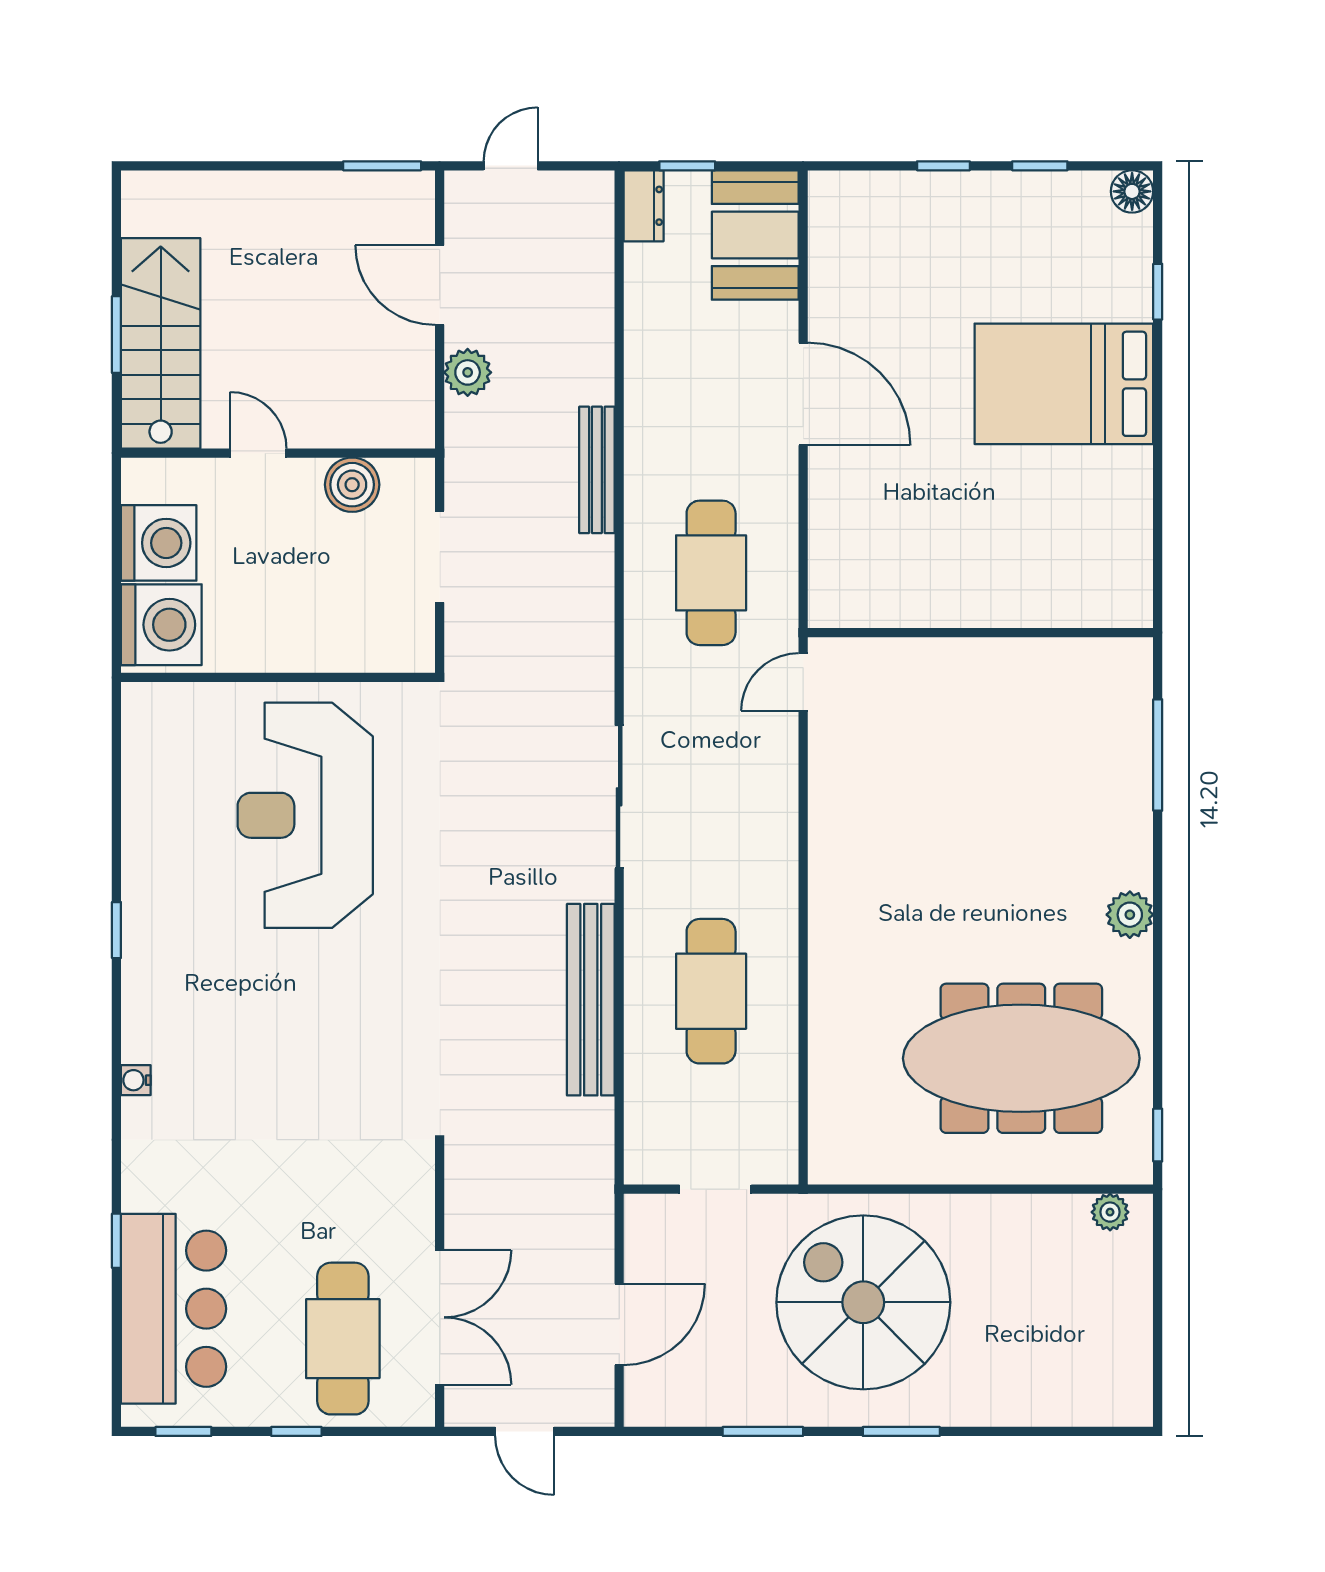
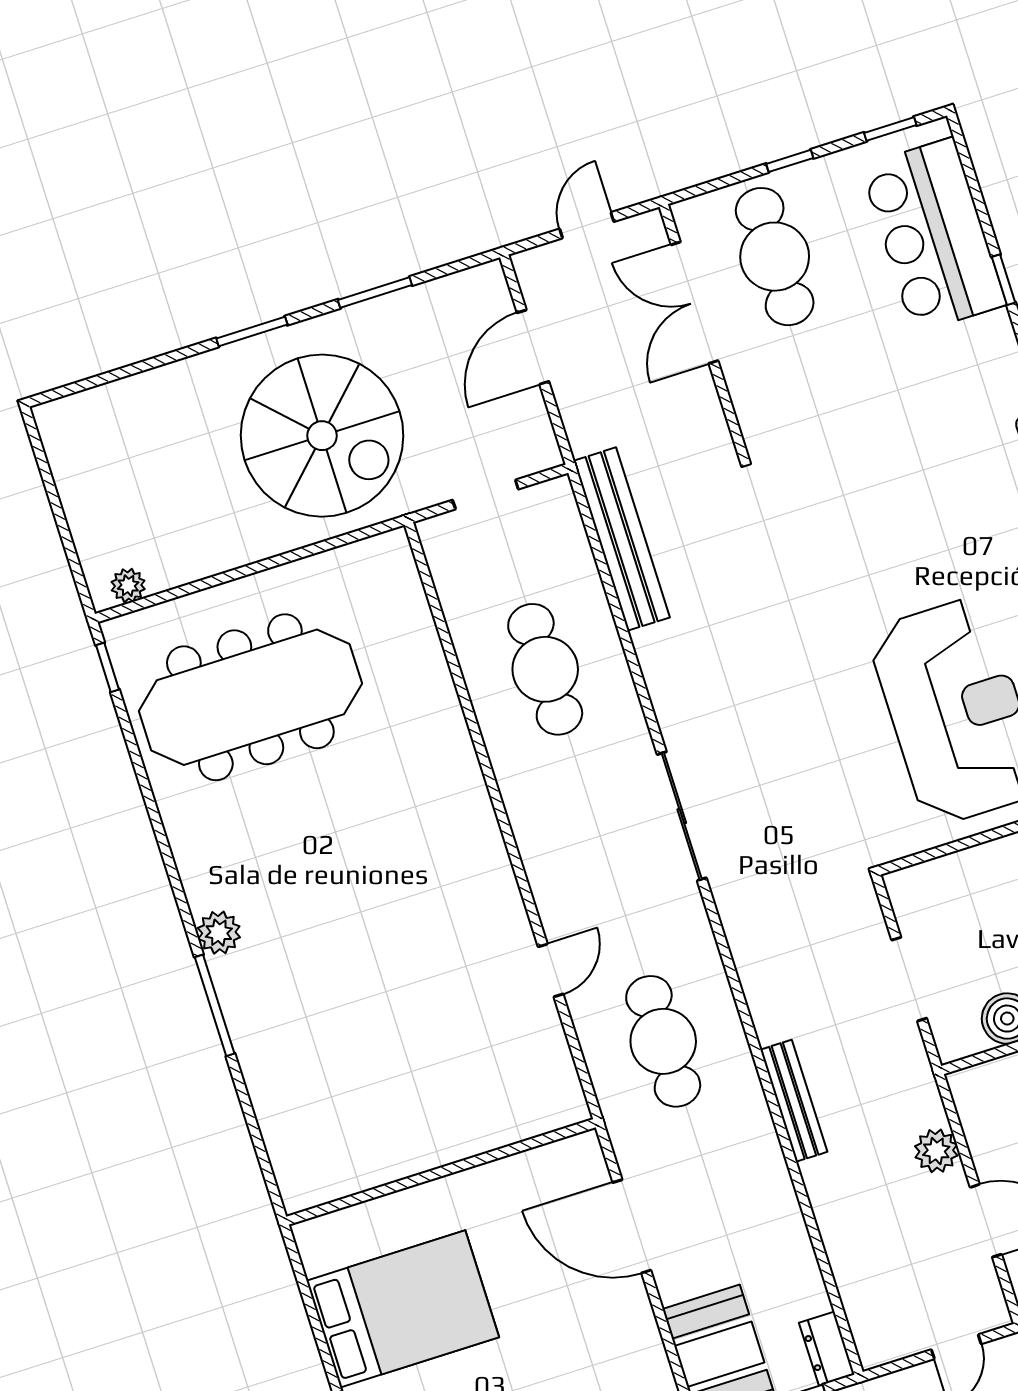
wall: (980, 633) -> (441, 1172), moved
plant: (1130, 915) -> (219, 933), moved
bench: (591, 1000) -> (622, 539), moved
door: (525, 1431) -> (587, 225), hinge flipped

